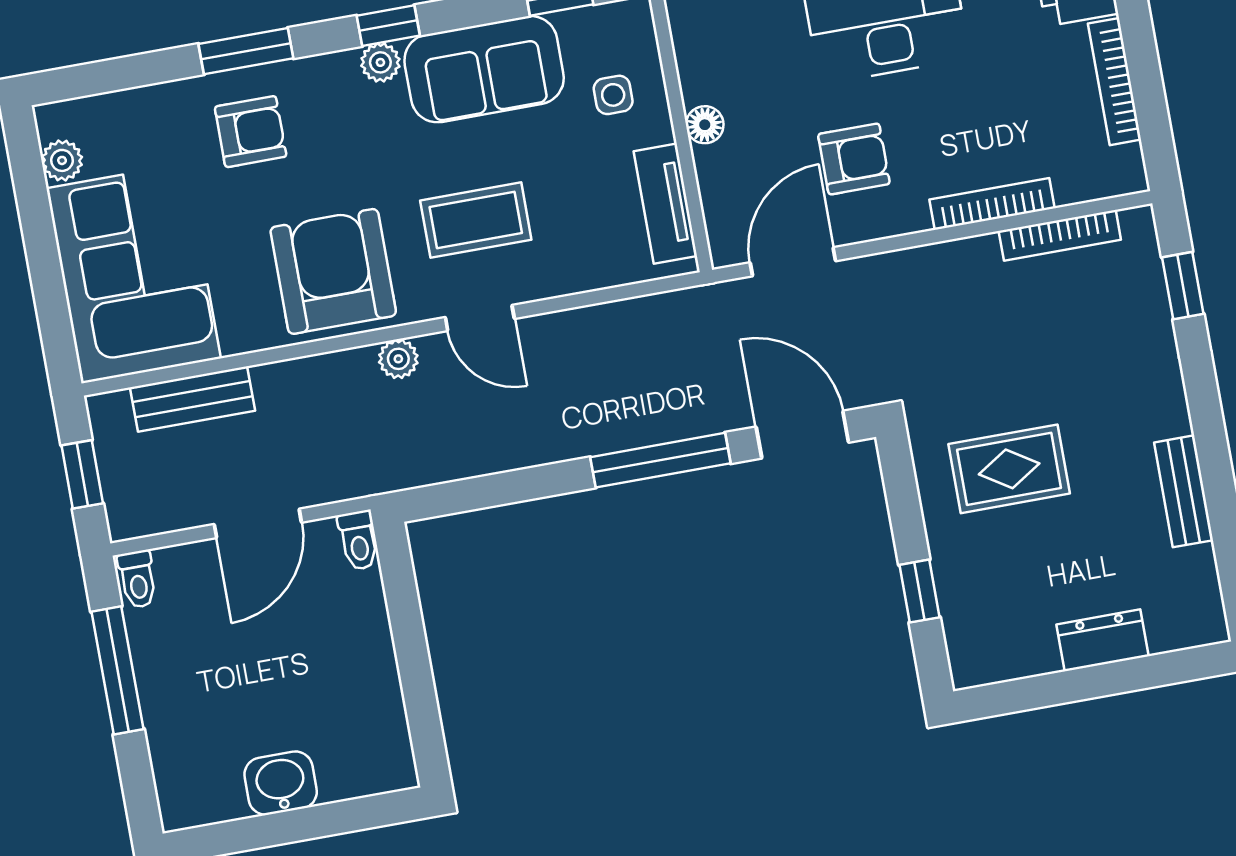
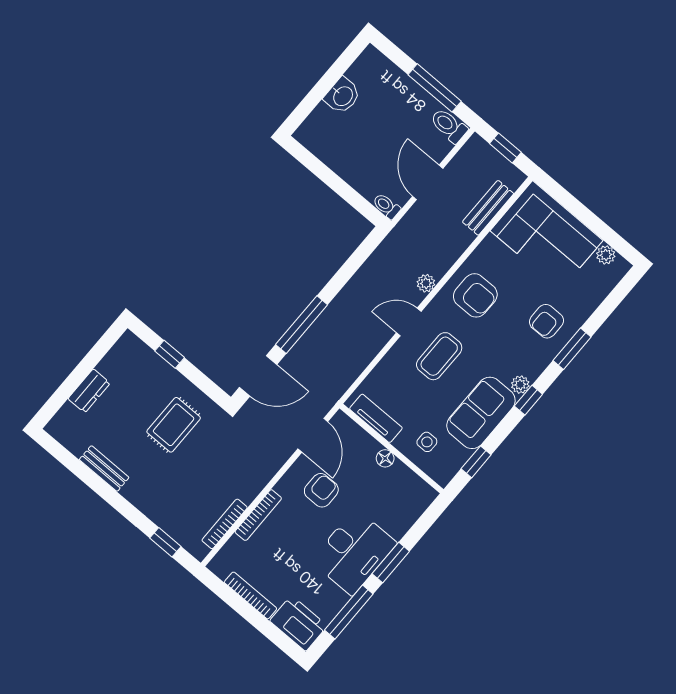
armchair: (854, 159) -> (321, 490), turned 180
armchair: (333, 271) -> (475, 295), width x0.73, depth x0.73
toilet: (138, 579) -> (449, 126), width x1.37, depth x1.39

